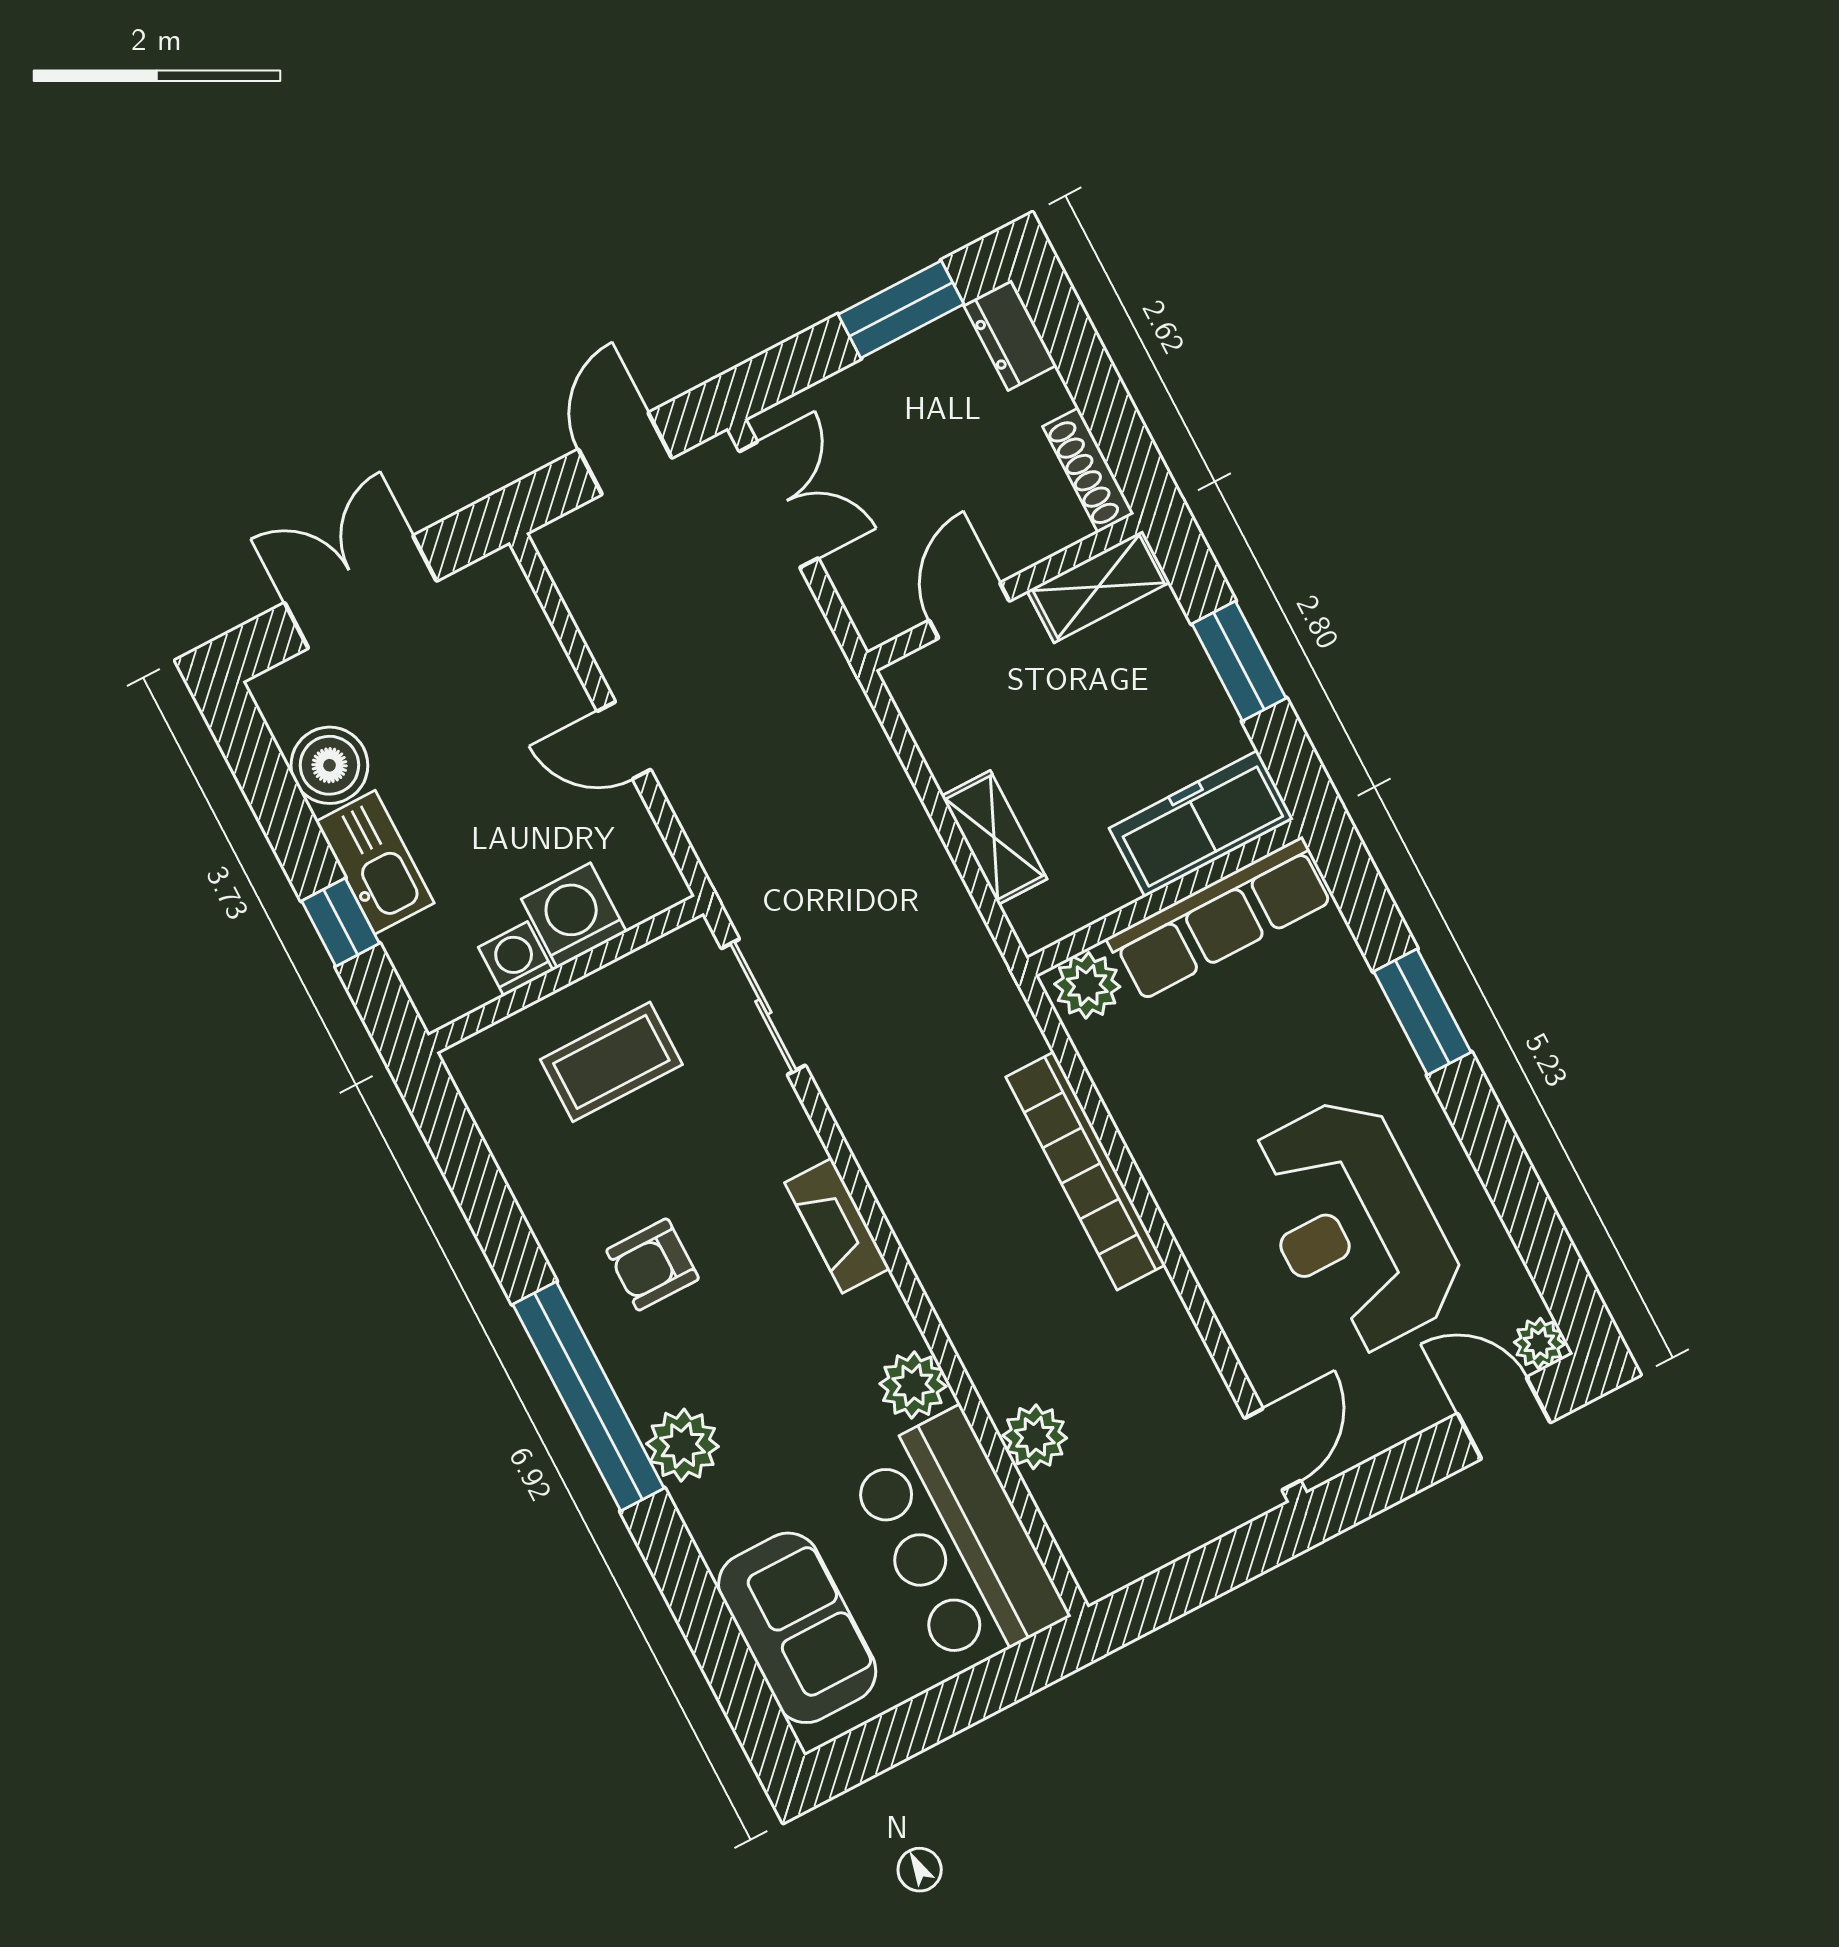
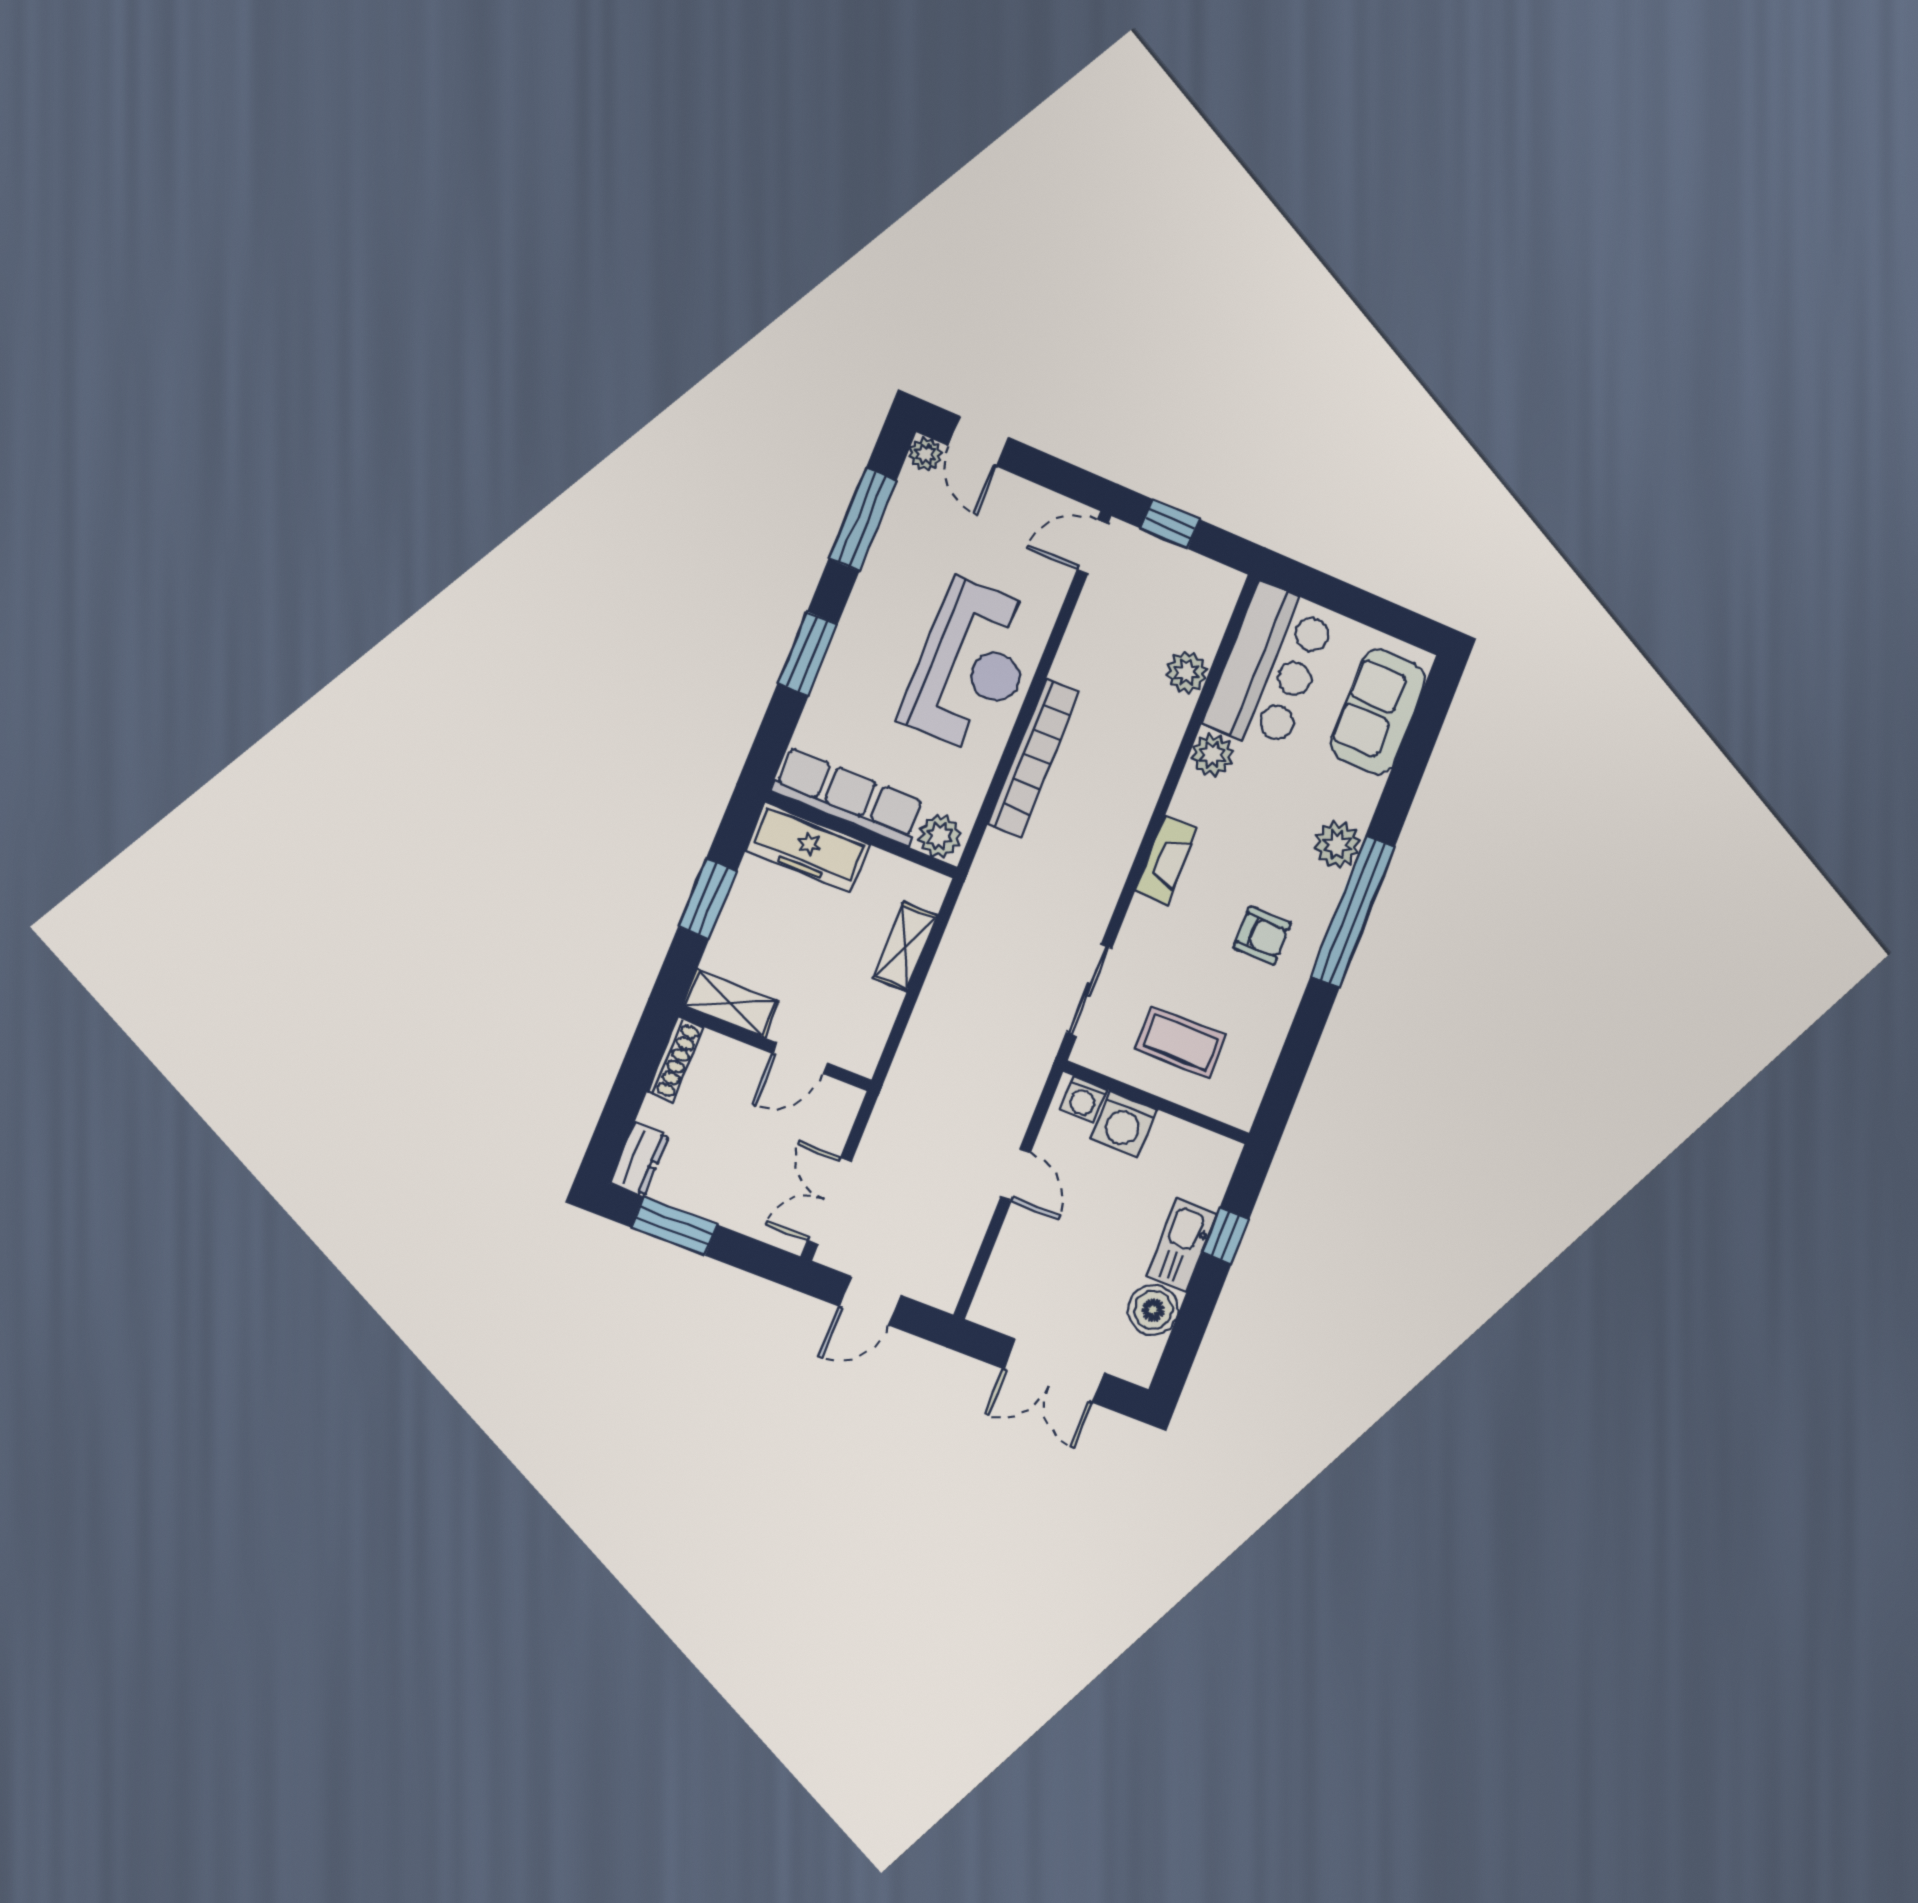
washing machine: (516, 959) -> (1083, 1100), moved
window: (1524, 1206) -> (863, 519), added
reception desk: (1354, 1226) -> (971, 667), moved
window: (1223, 1565) -> (1170, 524), added

